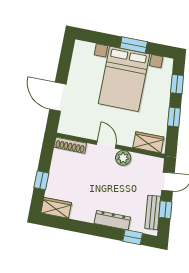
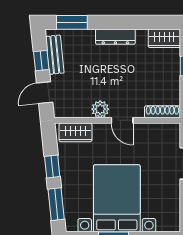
window: (177, 84) -> (56, 204), width x1.50
dresser: (112, 220) -> (115, 37), moved
window: (133, 237) -> (72, 22), width x1.50

